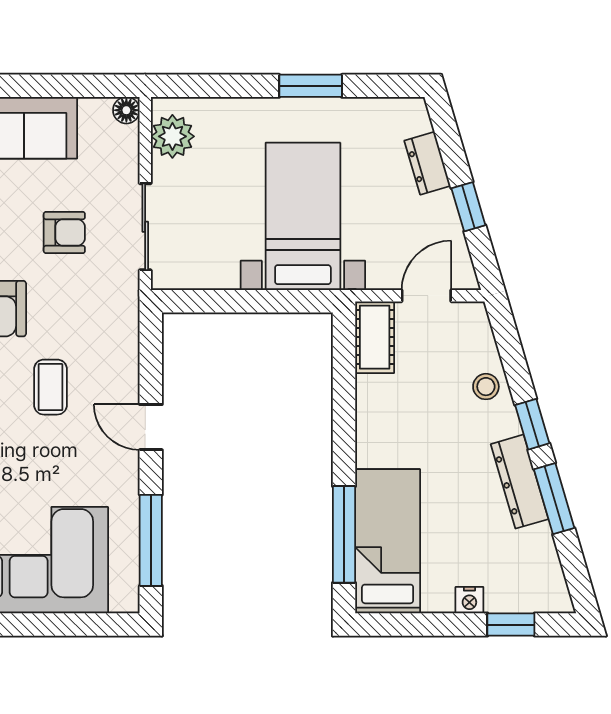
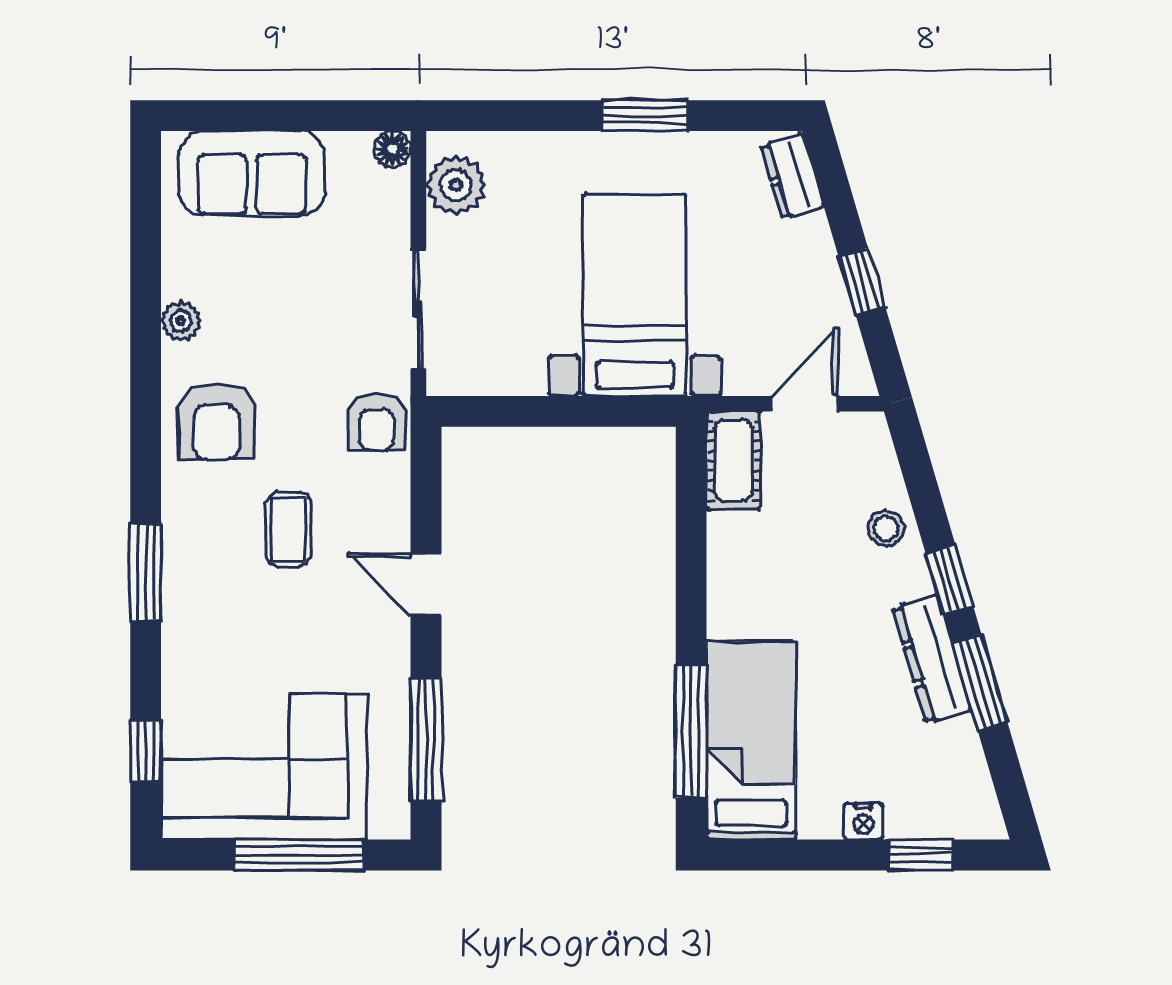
dresser: (427, 163) -> (792, 176), moved
armchair: (64, 233) -> (377, 422), moved, turned 90
window: (58, 625) -> (299, 855), added

